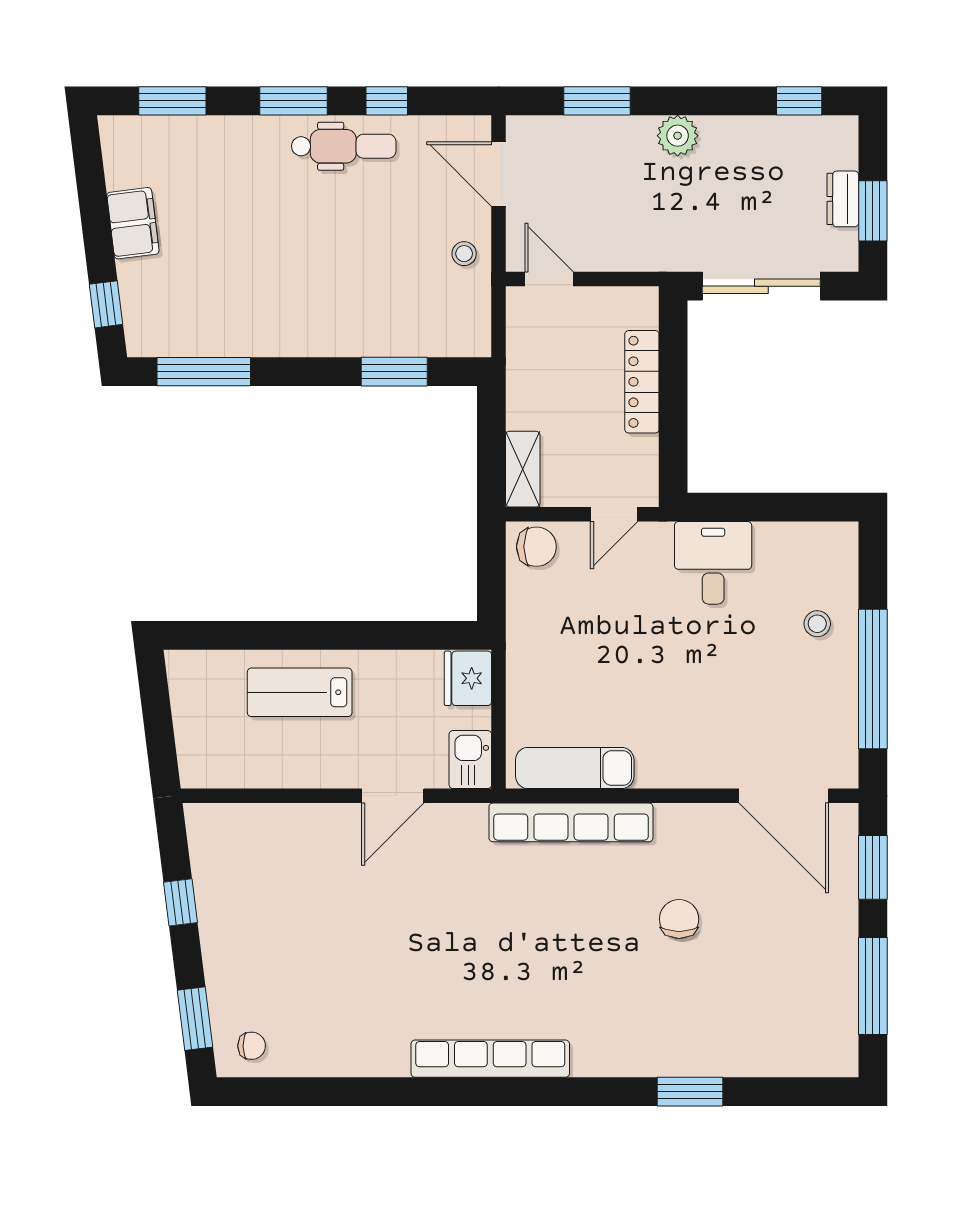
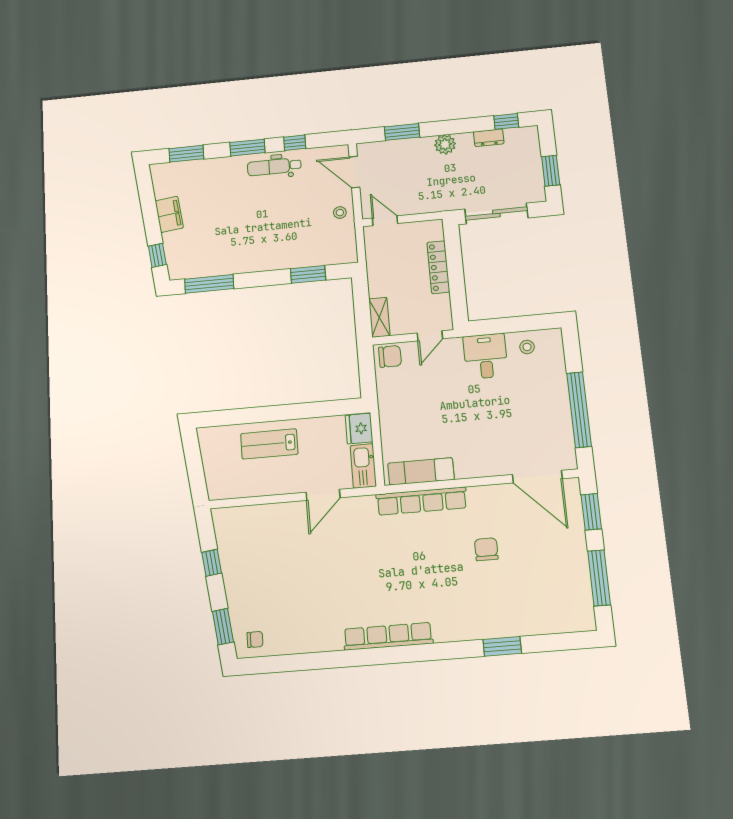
dental chair: (344, 146) -> (274, 167), turned 180
dresser: (843, 199) -> (489, 138), moved, turned -90
stool: (817, 624) -> (527, 347), moved
kitchen sink: (470, 760) -> (363, 466), width x1.38

